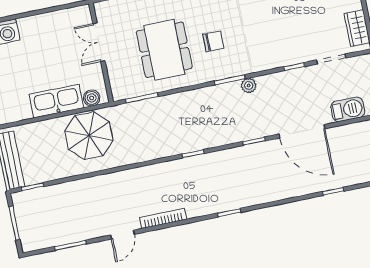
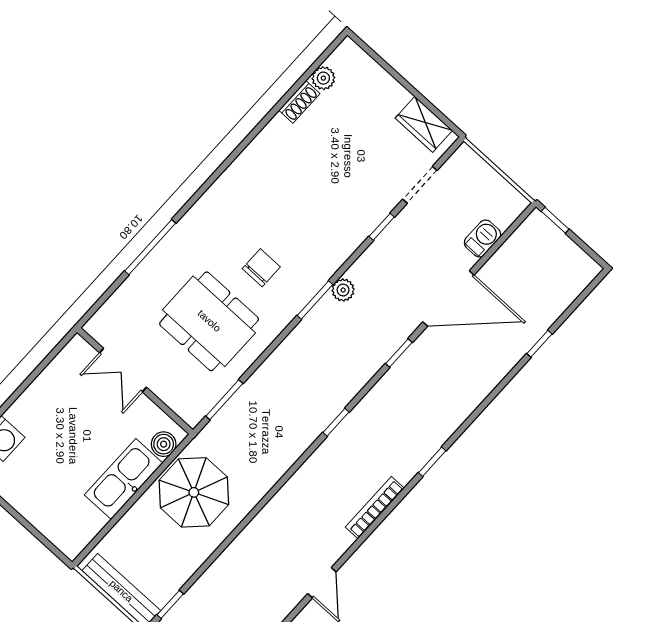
barbecue: (348, 109) -> (483, 238), width x0.73, depth x0.79
bookcase: (163, 218) -> (375, 508), moved

